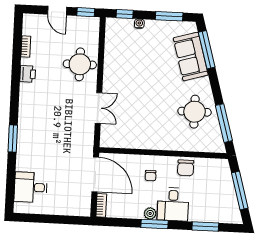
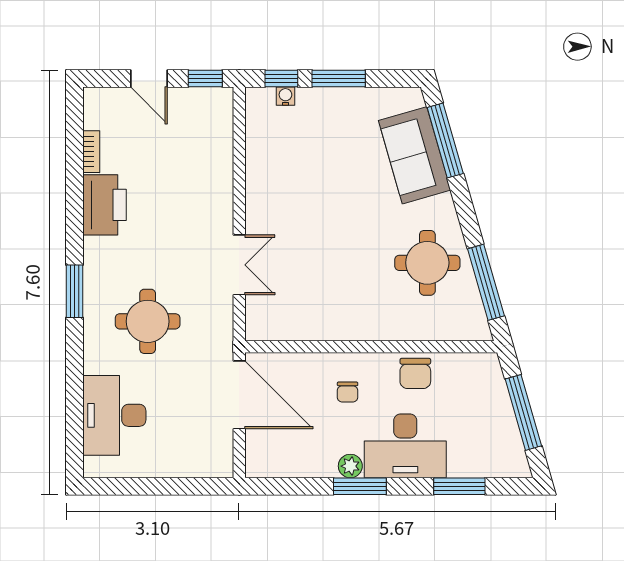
window: (169, 16) -> (339, 79), moved
water cooler: (139, 24) -> (285, 96), moved
round table: (80, 64) -> (148, 321), moved
printer: (28, 74) -> (105, 205), width x1.87, depth x1.48
window: (13, 139) -> (74, 291), moved
desk: (31, 187) -> (114, 415), width x1.37
desk: (173, 204) -> (405, 446), width x1.37
bookcase: (101, 205) -> (254, 455), removed

